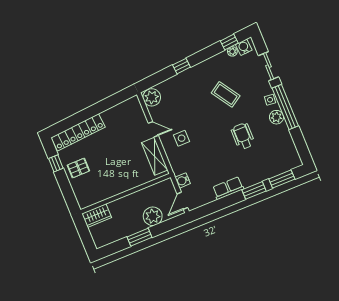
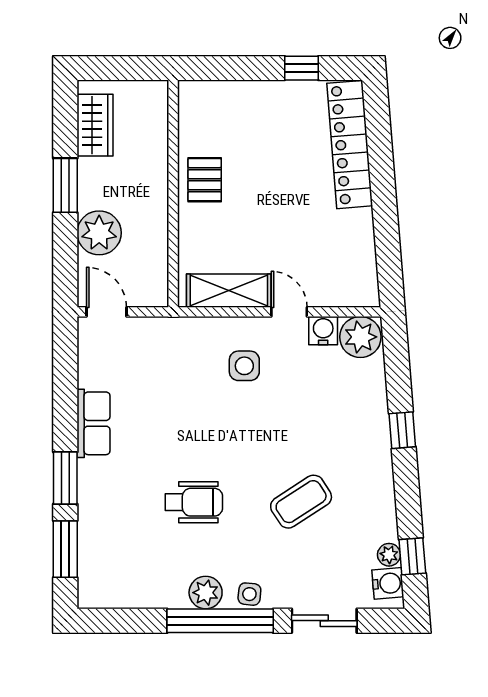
door: (153, 129) -> (289, 312), swing flipped
pallet: (78, 168) -> (205, 180), moved
water cooler: (183, 180) -> (323, 331), moved
wardrobe: (97, 216) -> (95, 125), moved, turned 180

